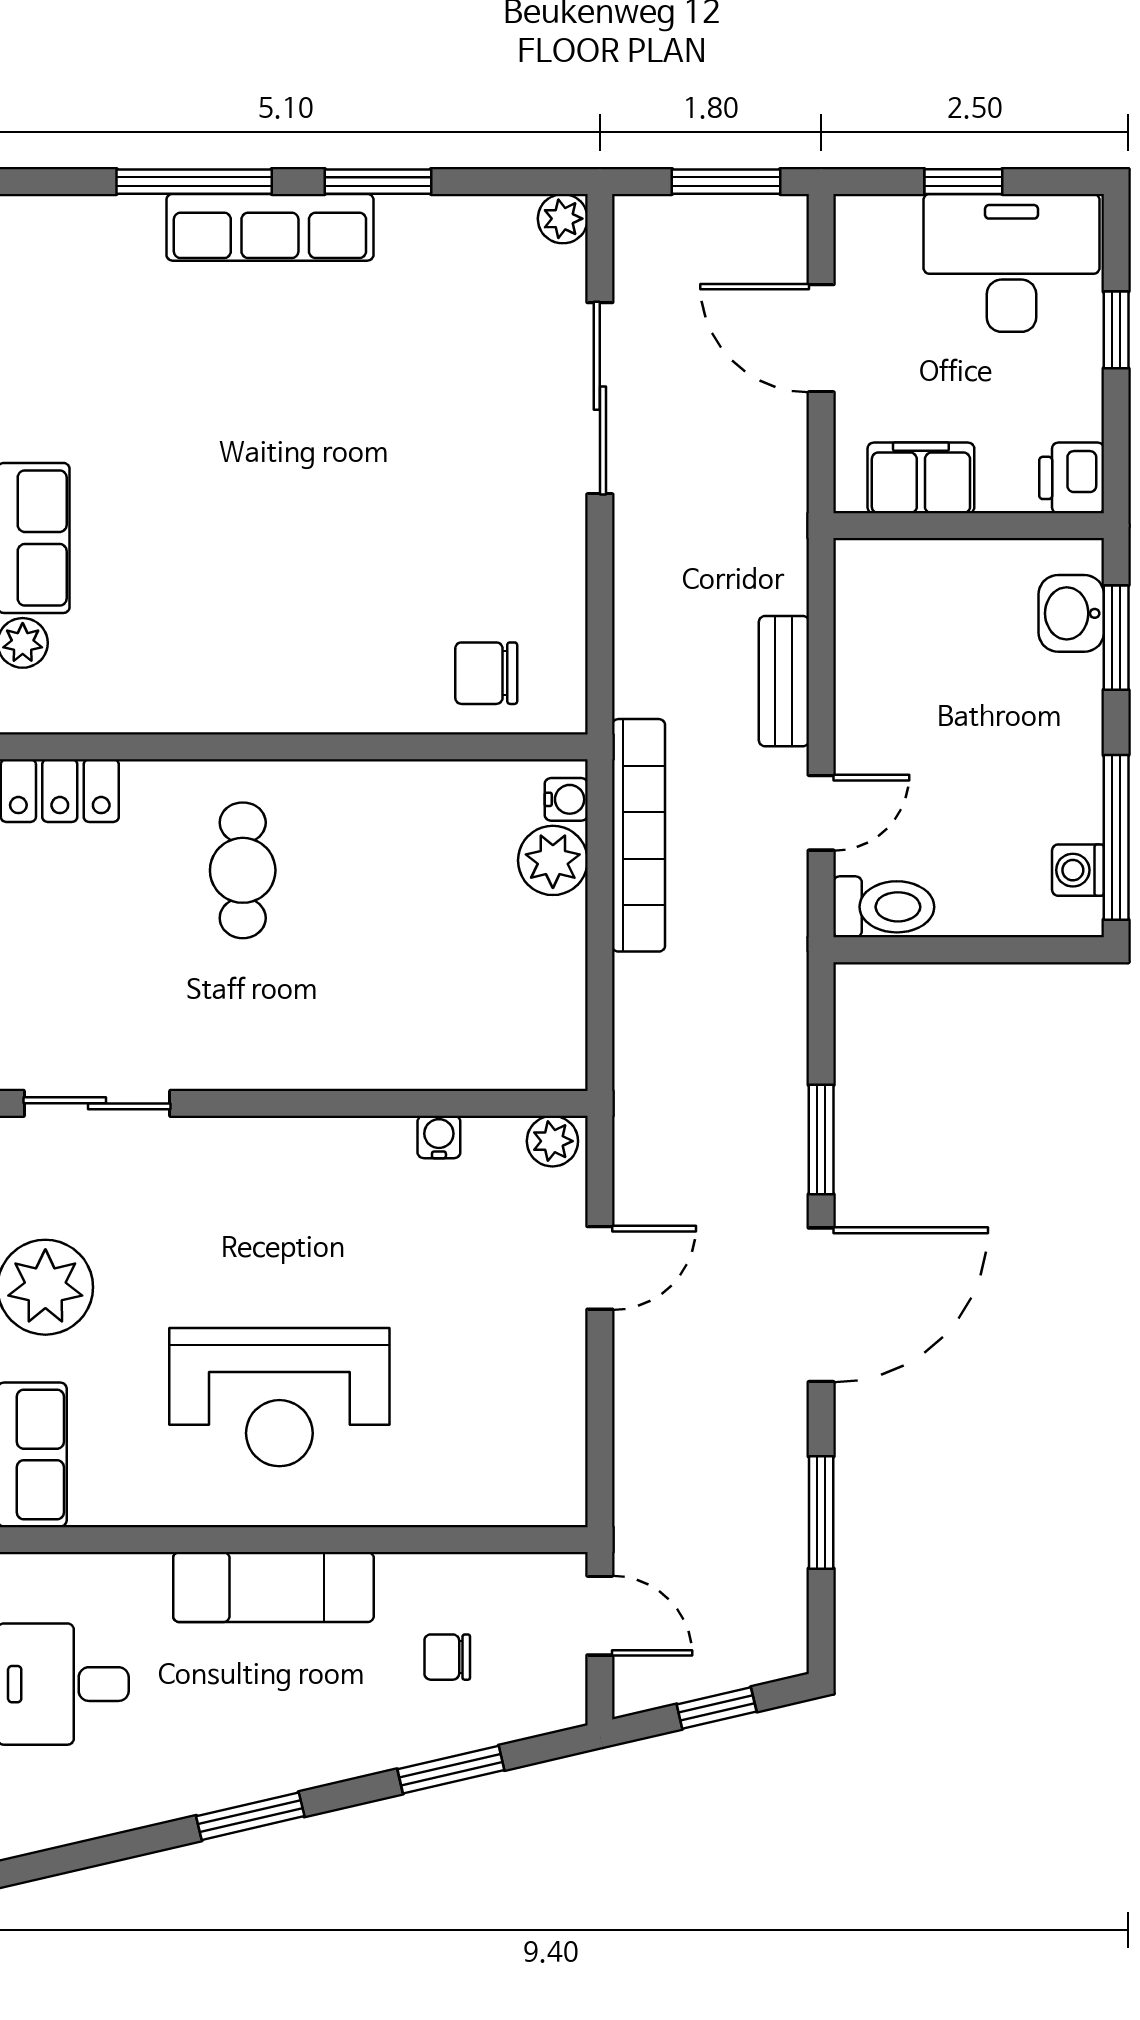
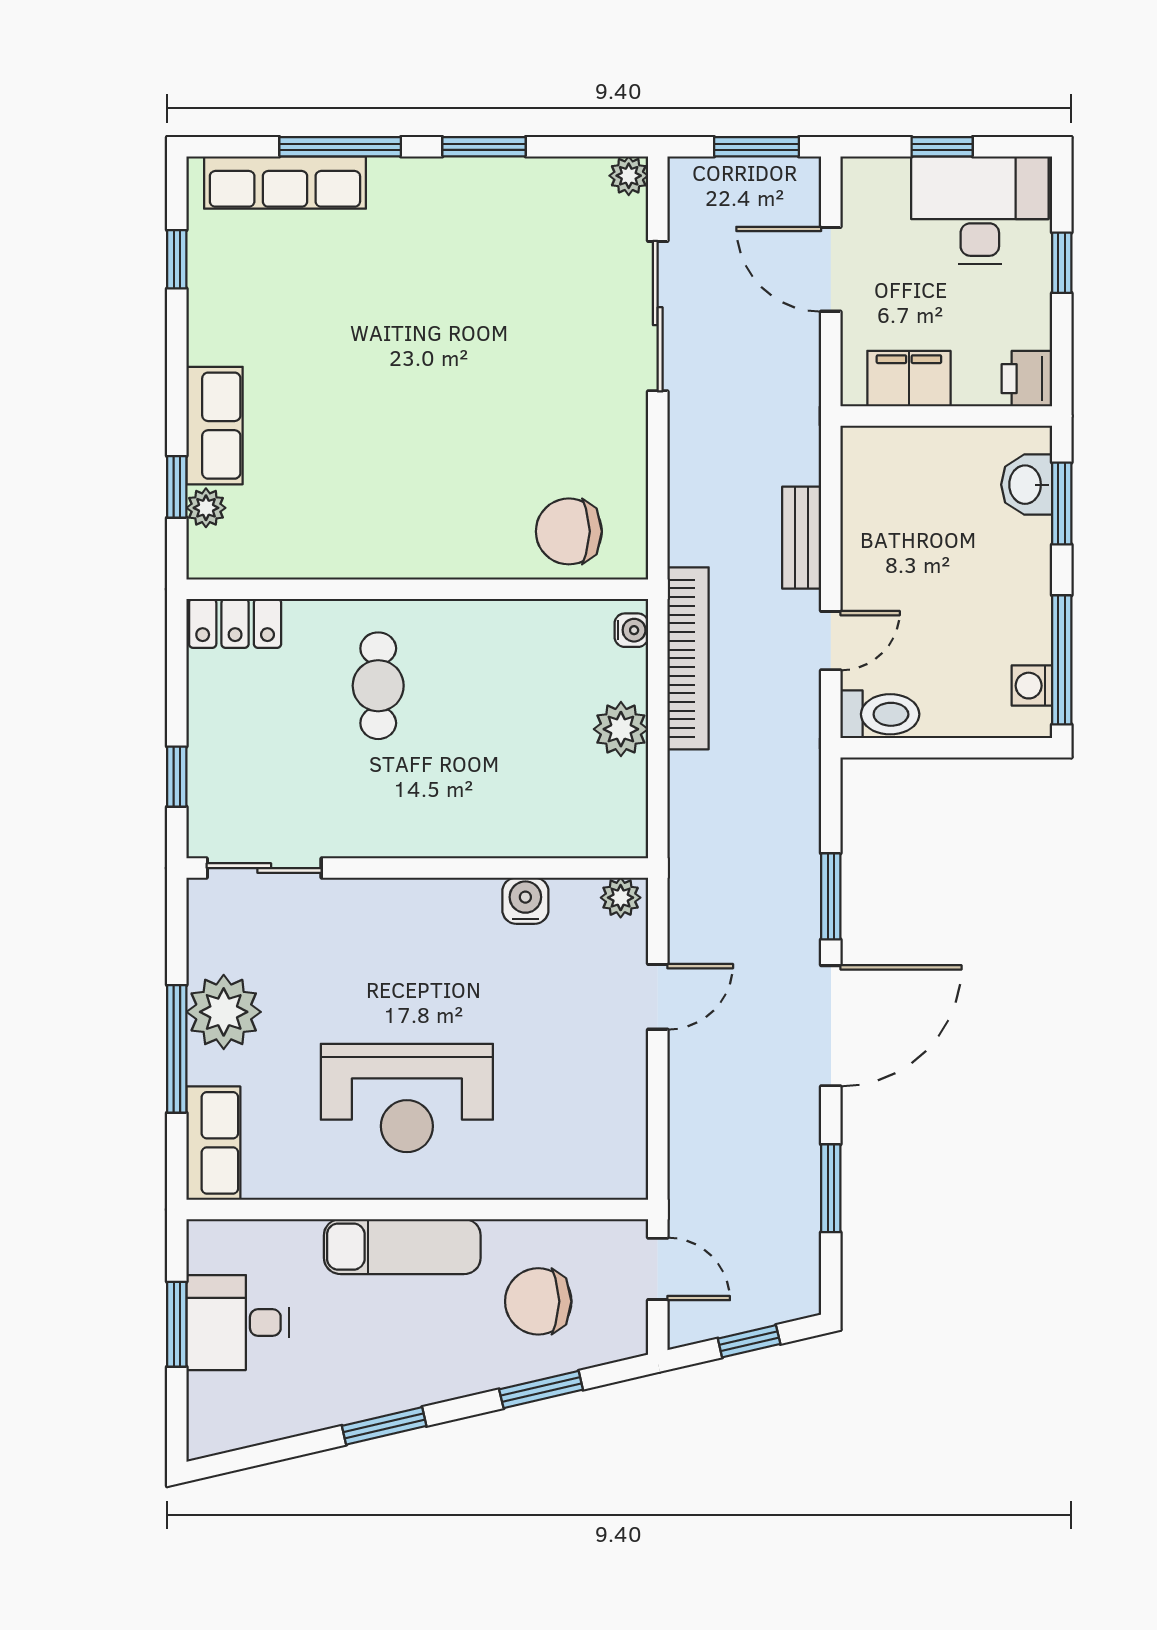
row of seats: (270, 227) -> (285, 183), moved
chair: (486, 673) -> (569, 531), width x1.37, depth x1.37
plant: (553, 860) -> (621, 729), moved
water cooler: (439, 1137) -> (525, 901), width x1.38, depth x1.38
chair: (447, 1657) -> (538, 1301), width x1.87, depth x1.87

